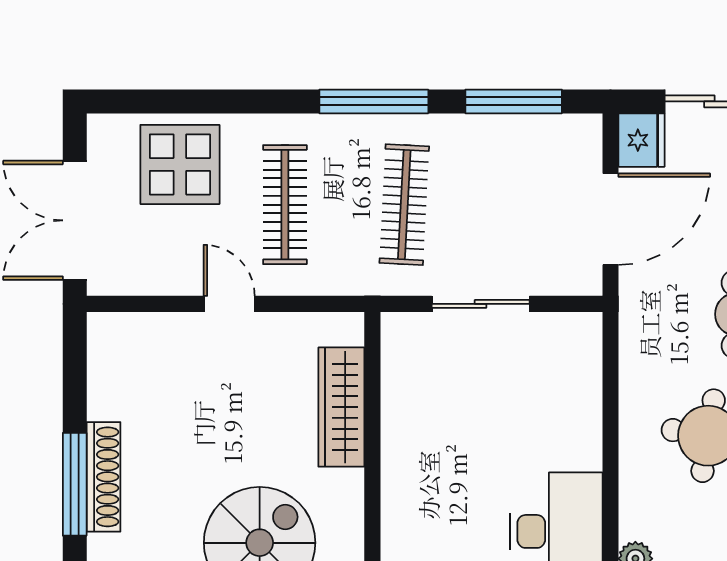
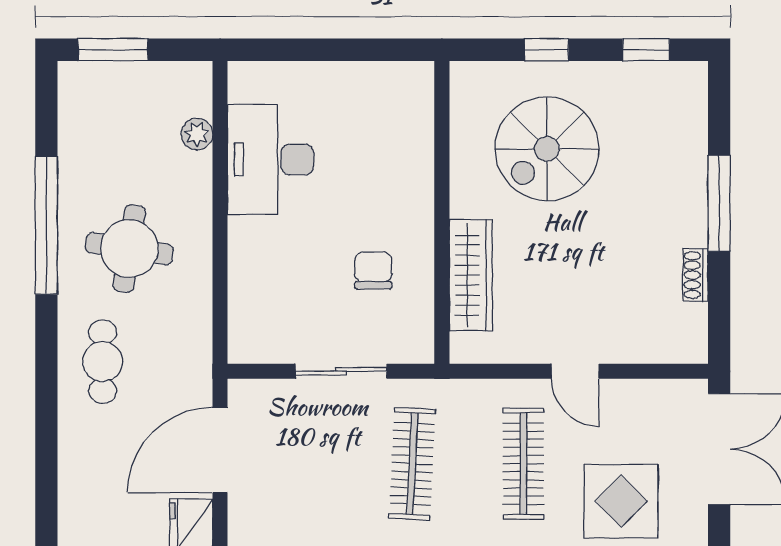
chair: (446, 412) -> (373, 270), added
shoe rack: (104, 477) -> (695, 275), moved, width x0.51, depth x0.81

